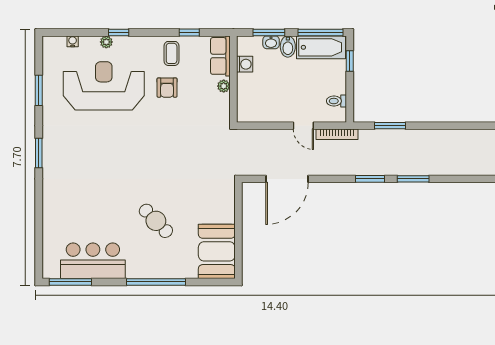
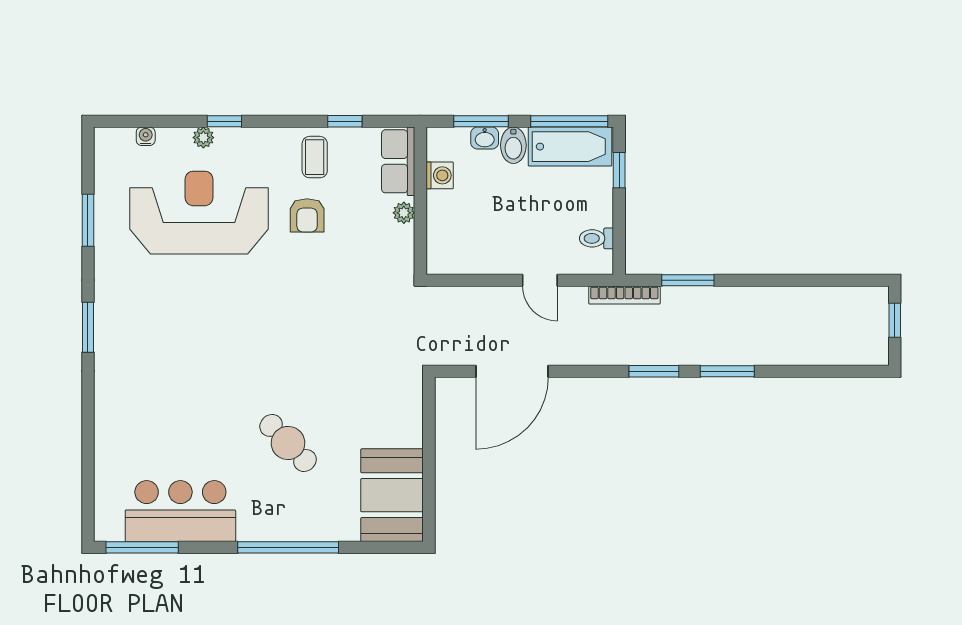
bookcase: (337, 134) -> (624, 295), moved

